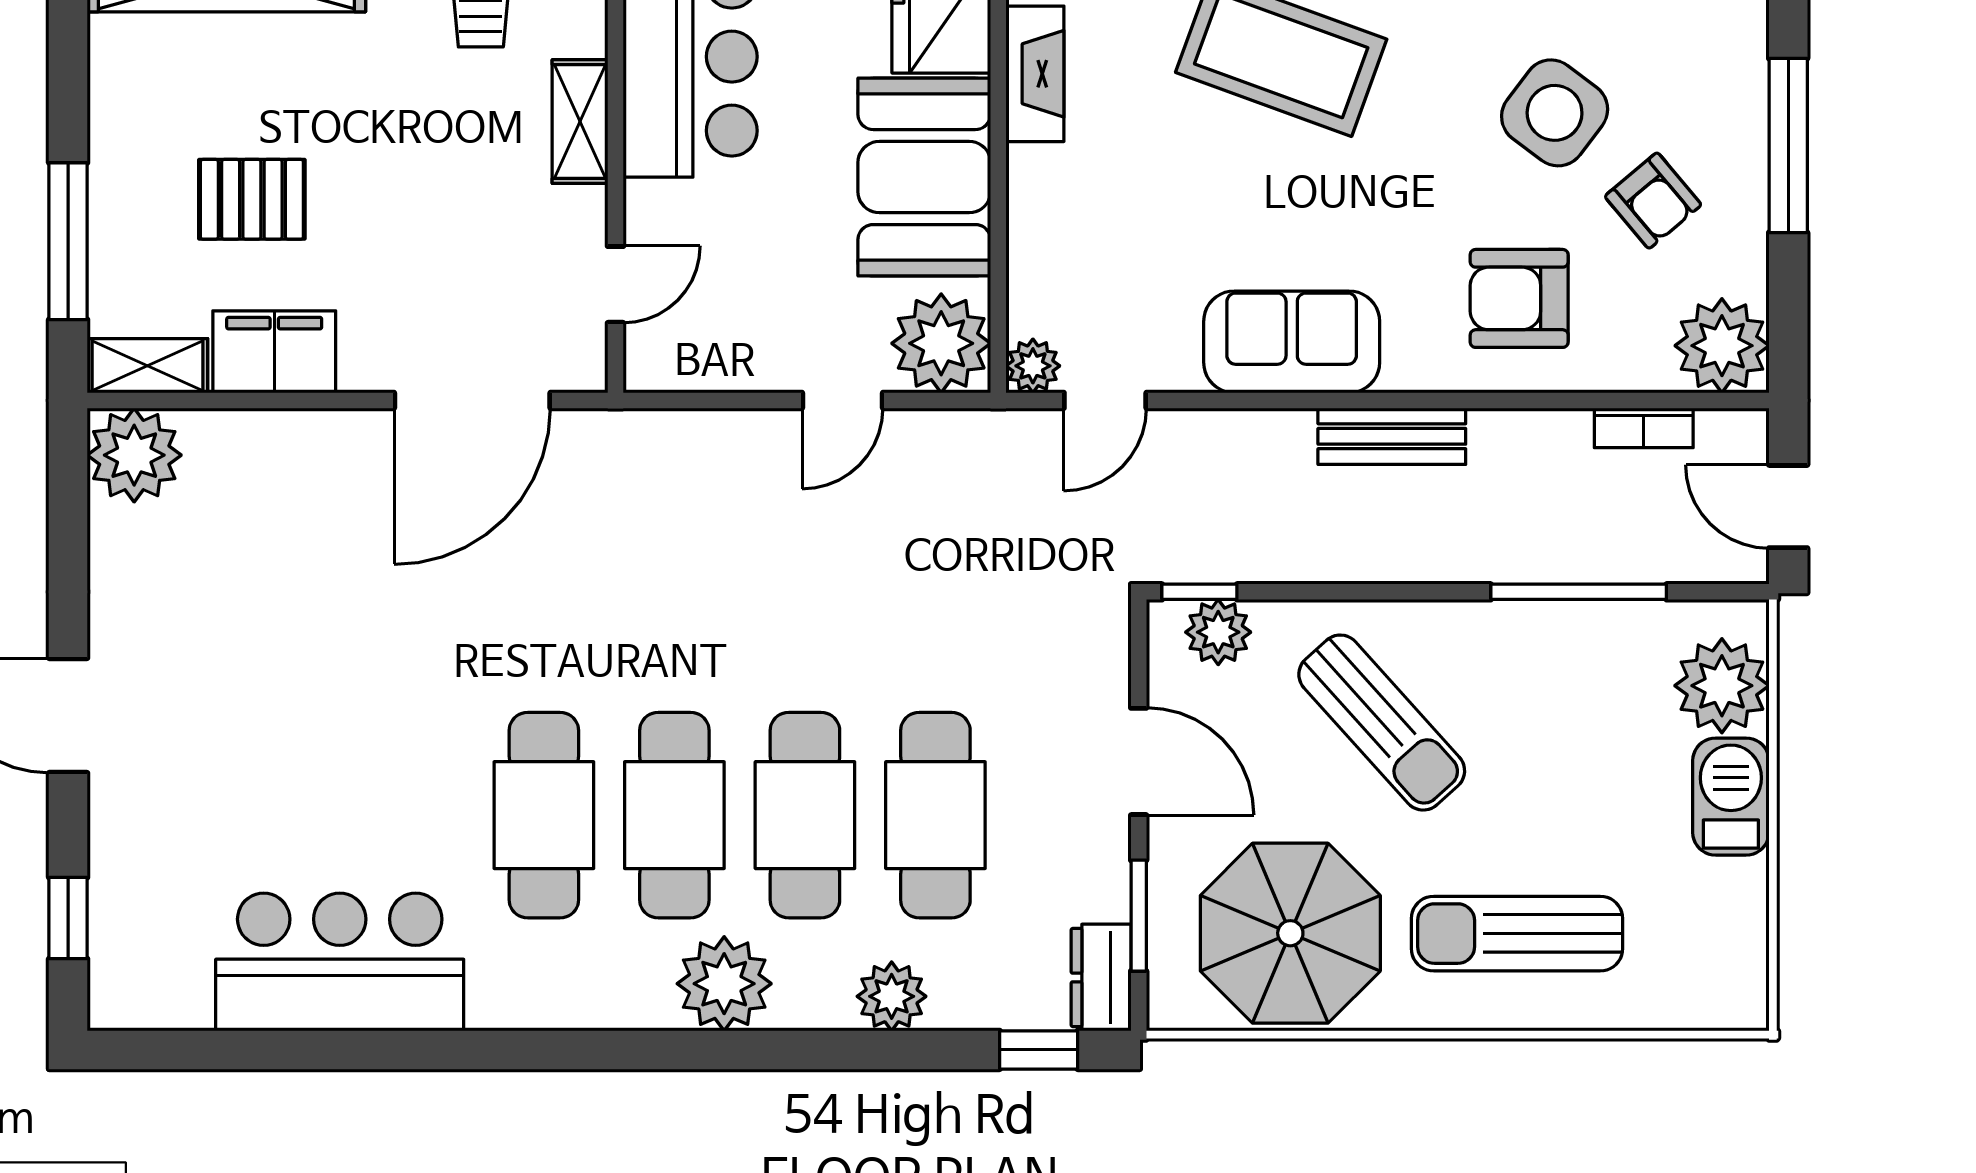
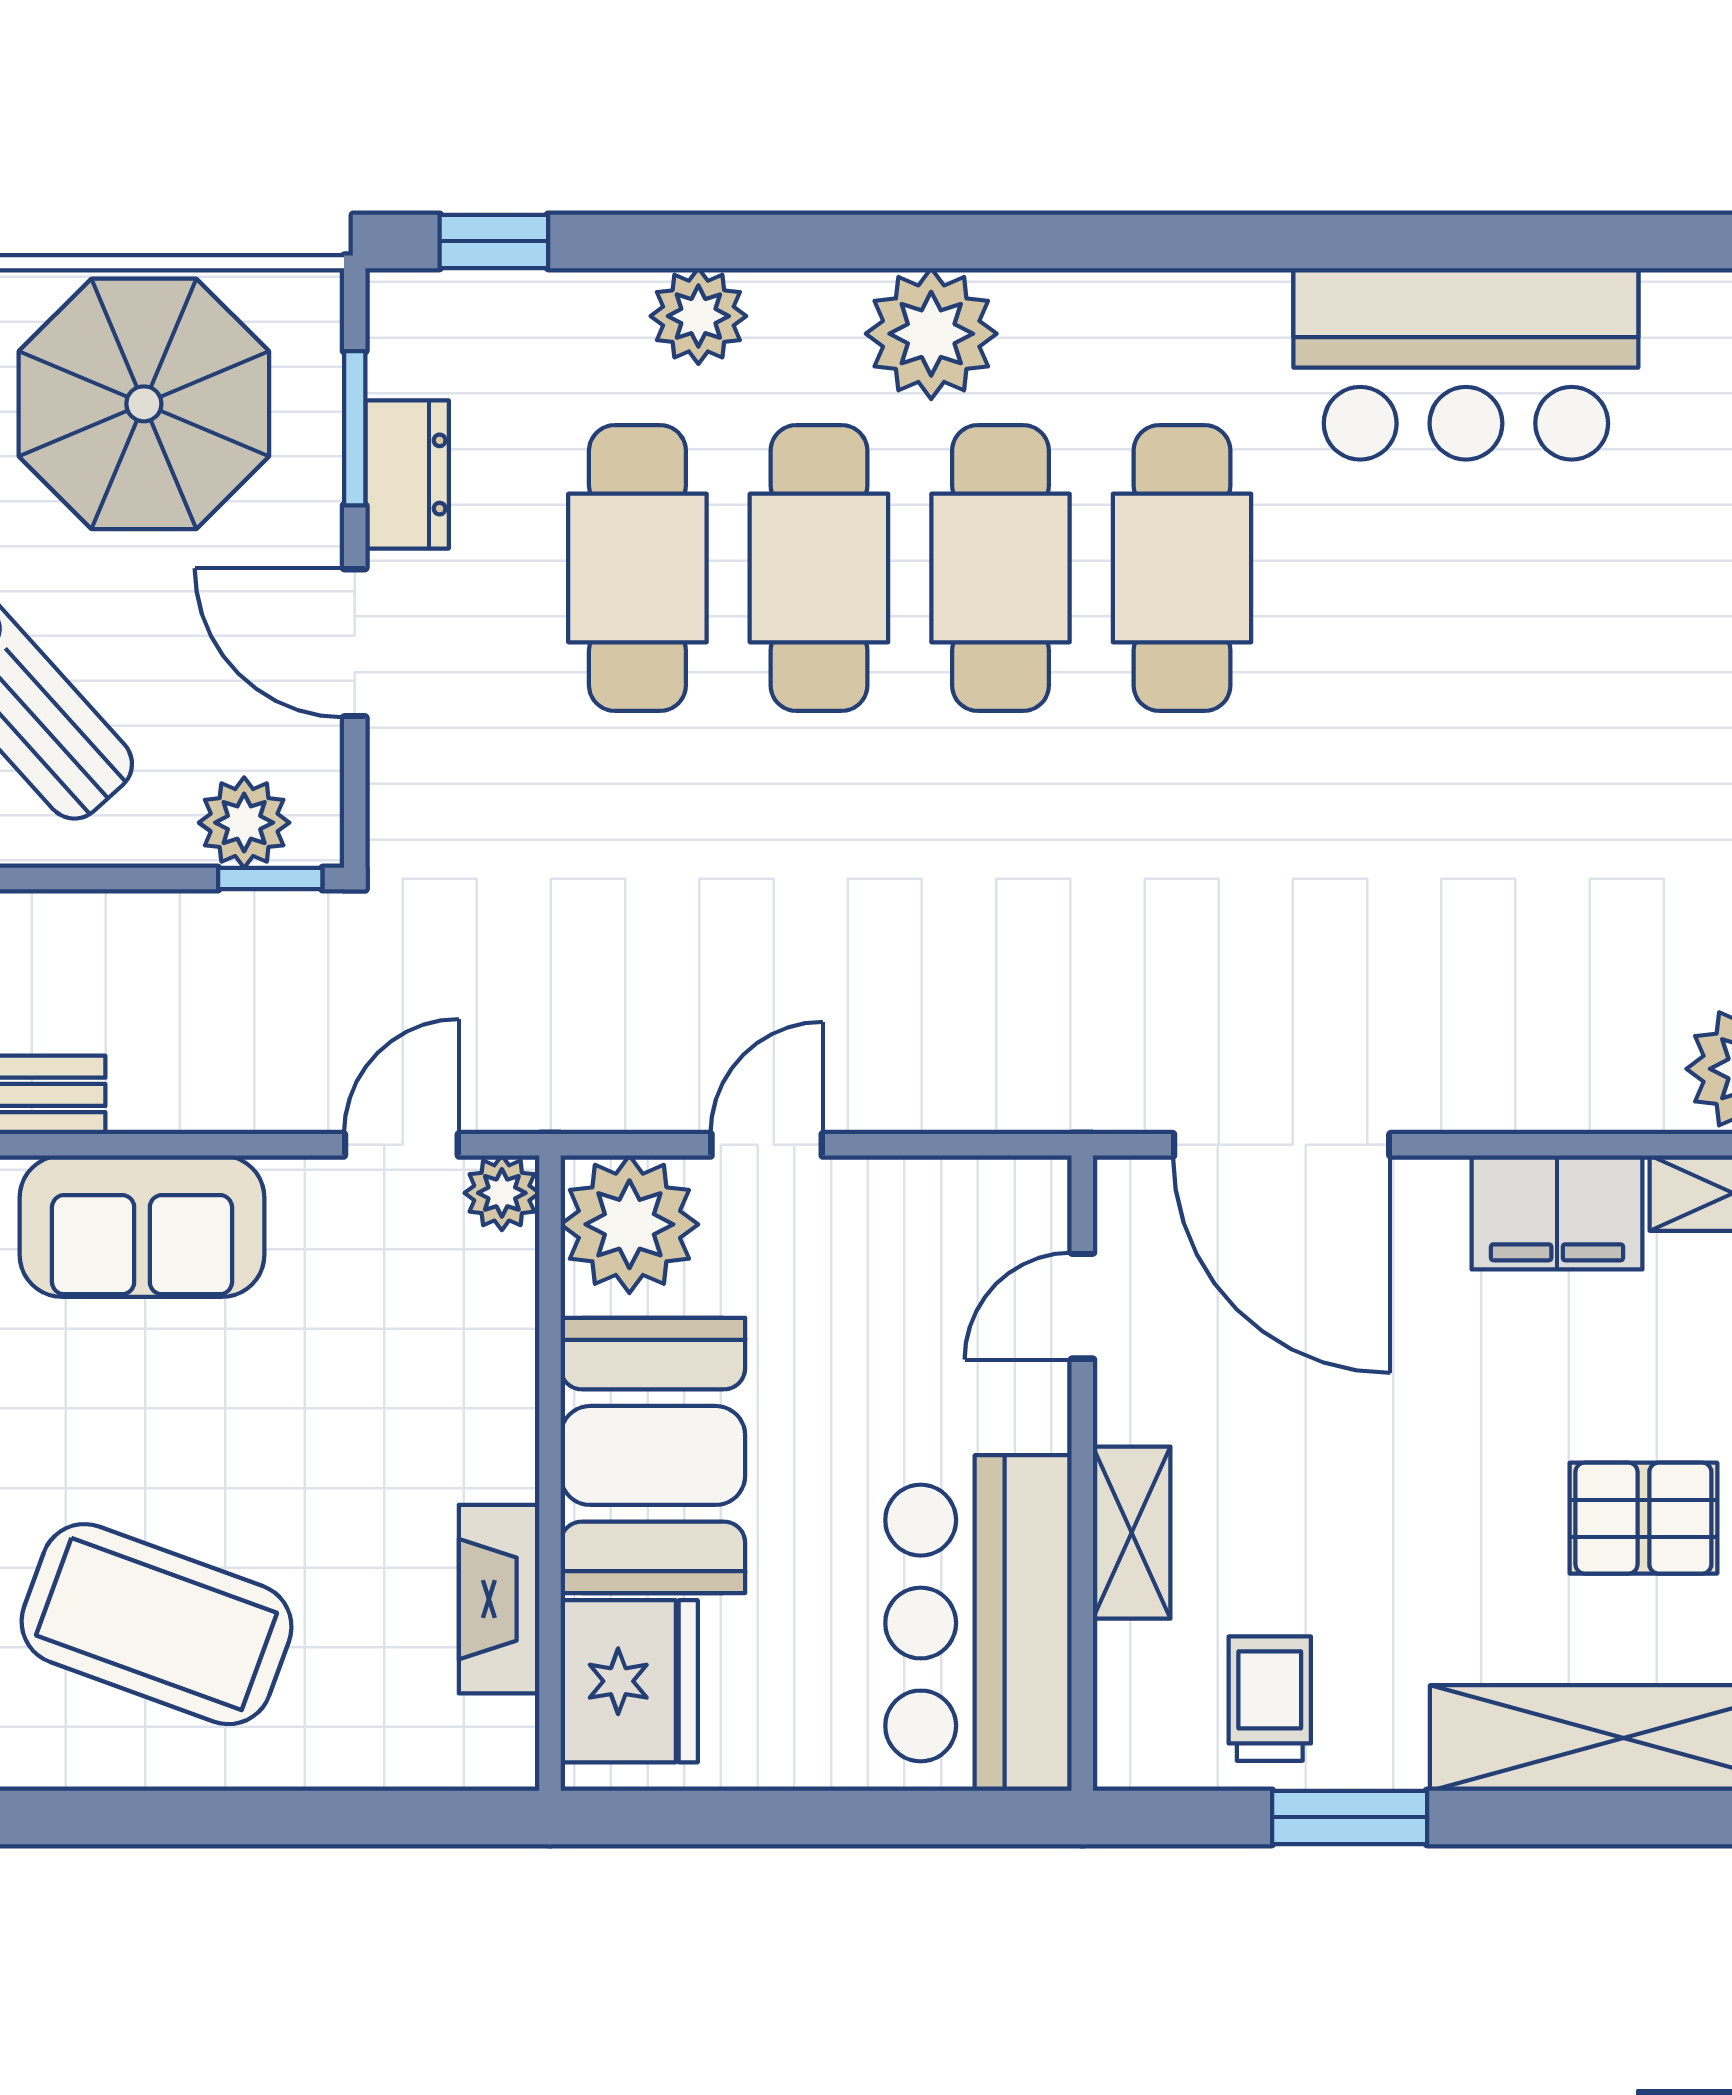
pallet: (252, 199) -> (1643, 1518), moved
door: (472, 400) -> (1282, 1145), swing flipped
dresser: (1101, 977) -> (407, 474), moved

